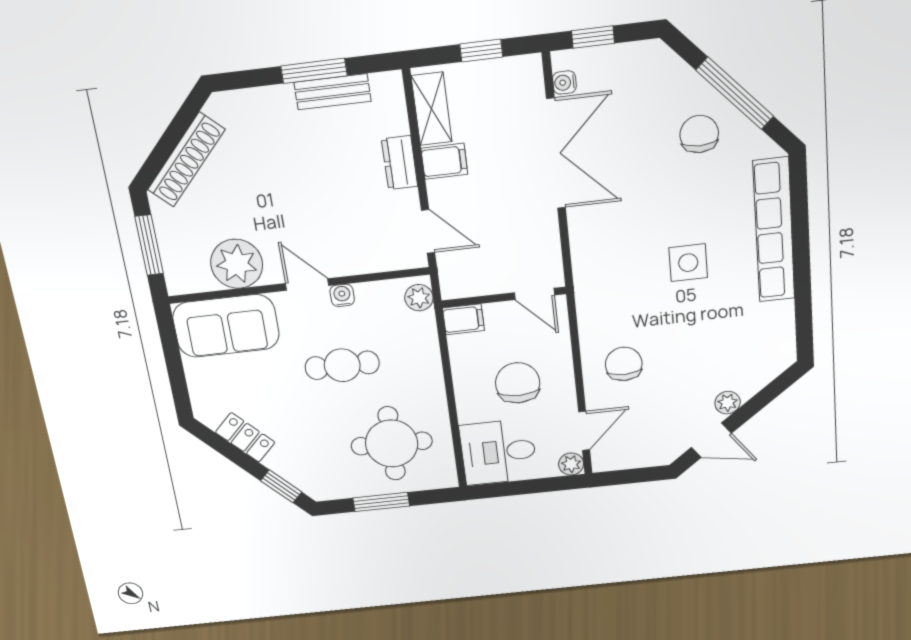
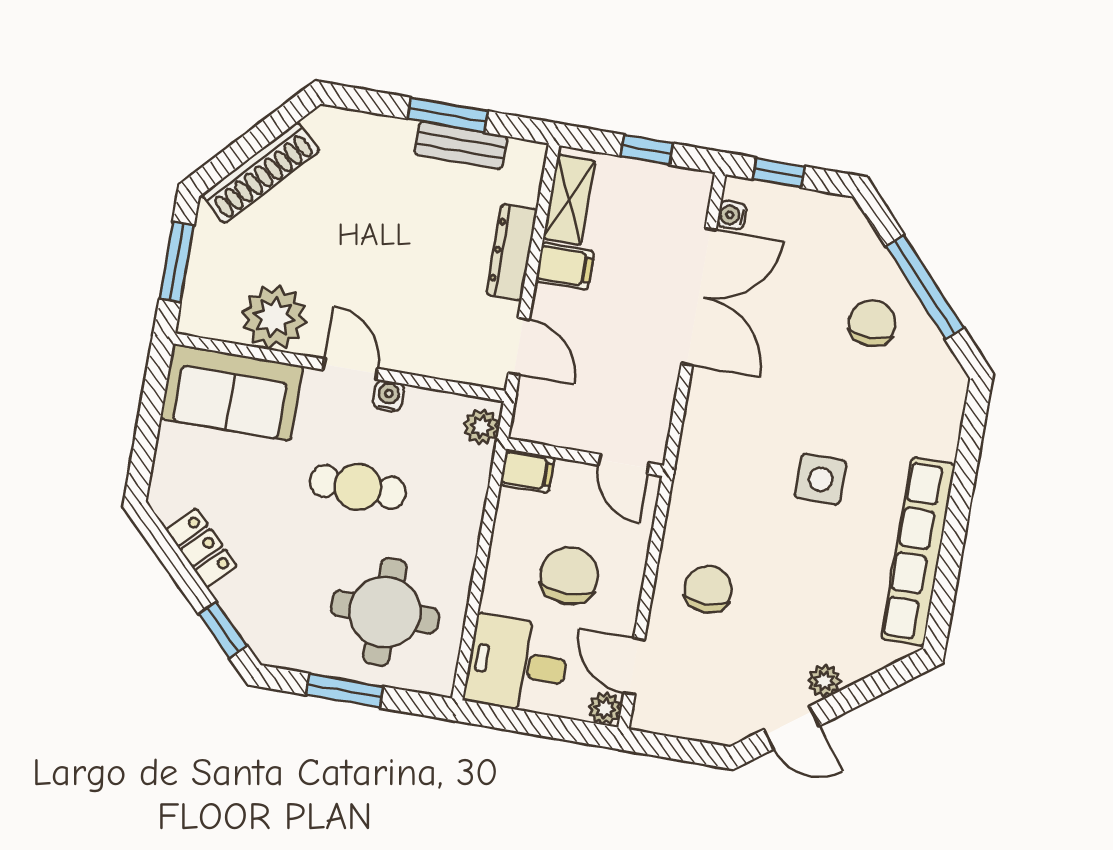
dresser: (400, 163) -> (512, 252), width x1.44
row of seats: (774, 230) -> (918, 552), moved
door: (584, 431) -> (634, 667), swing flipped

